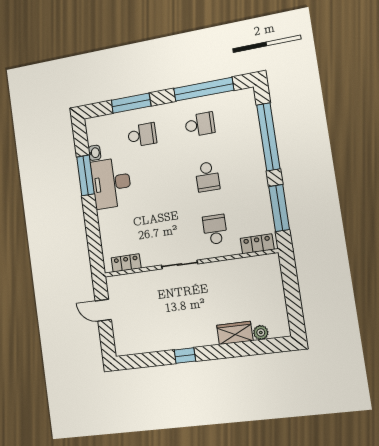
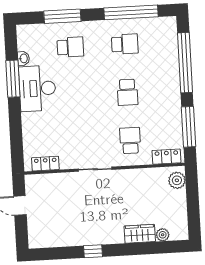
plant: (271, 270) -> (177, 180), added

